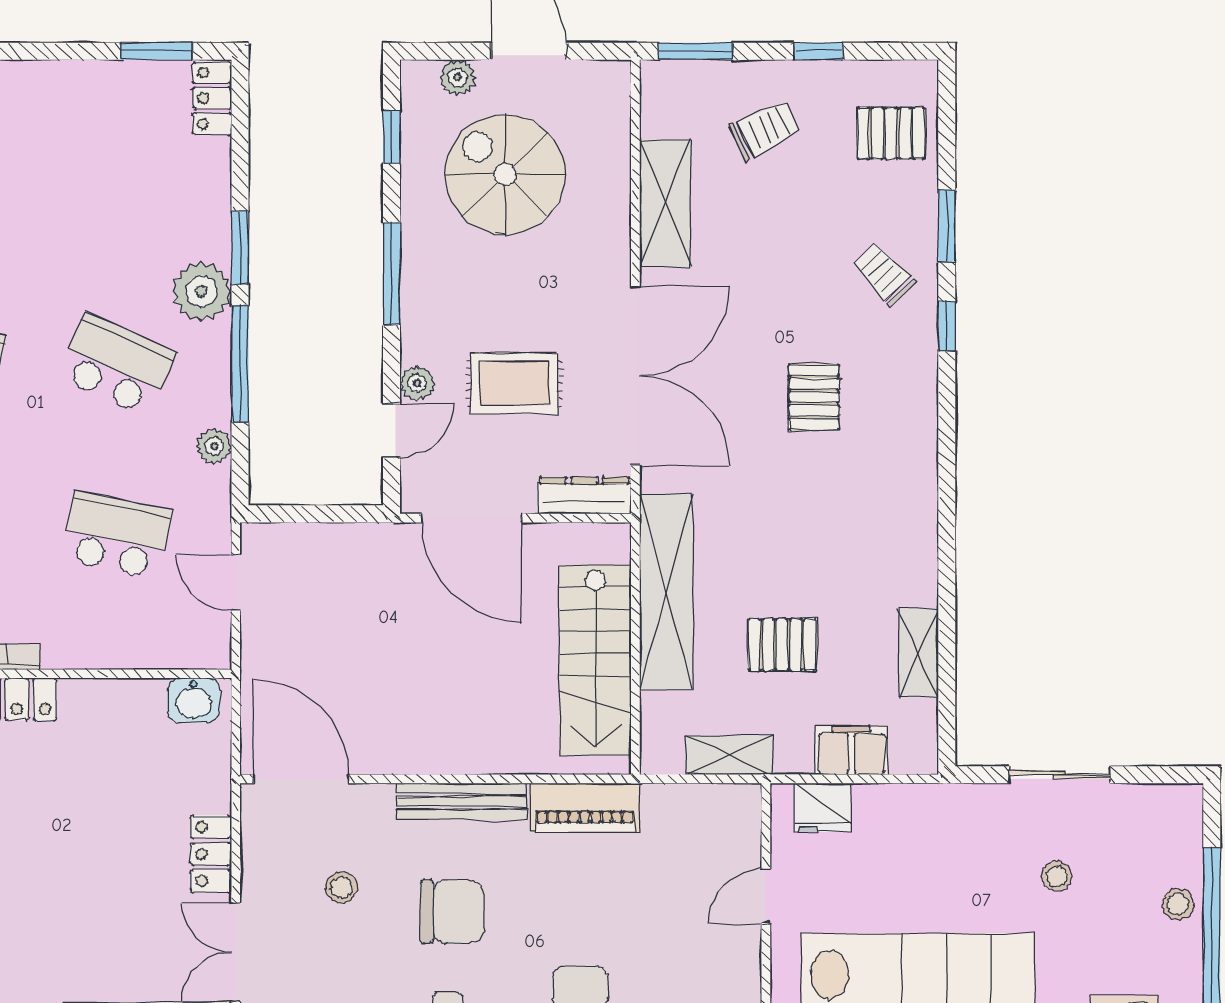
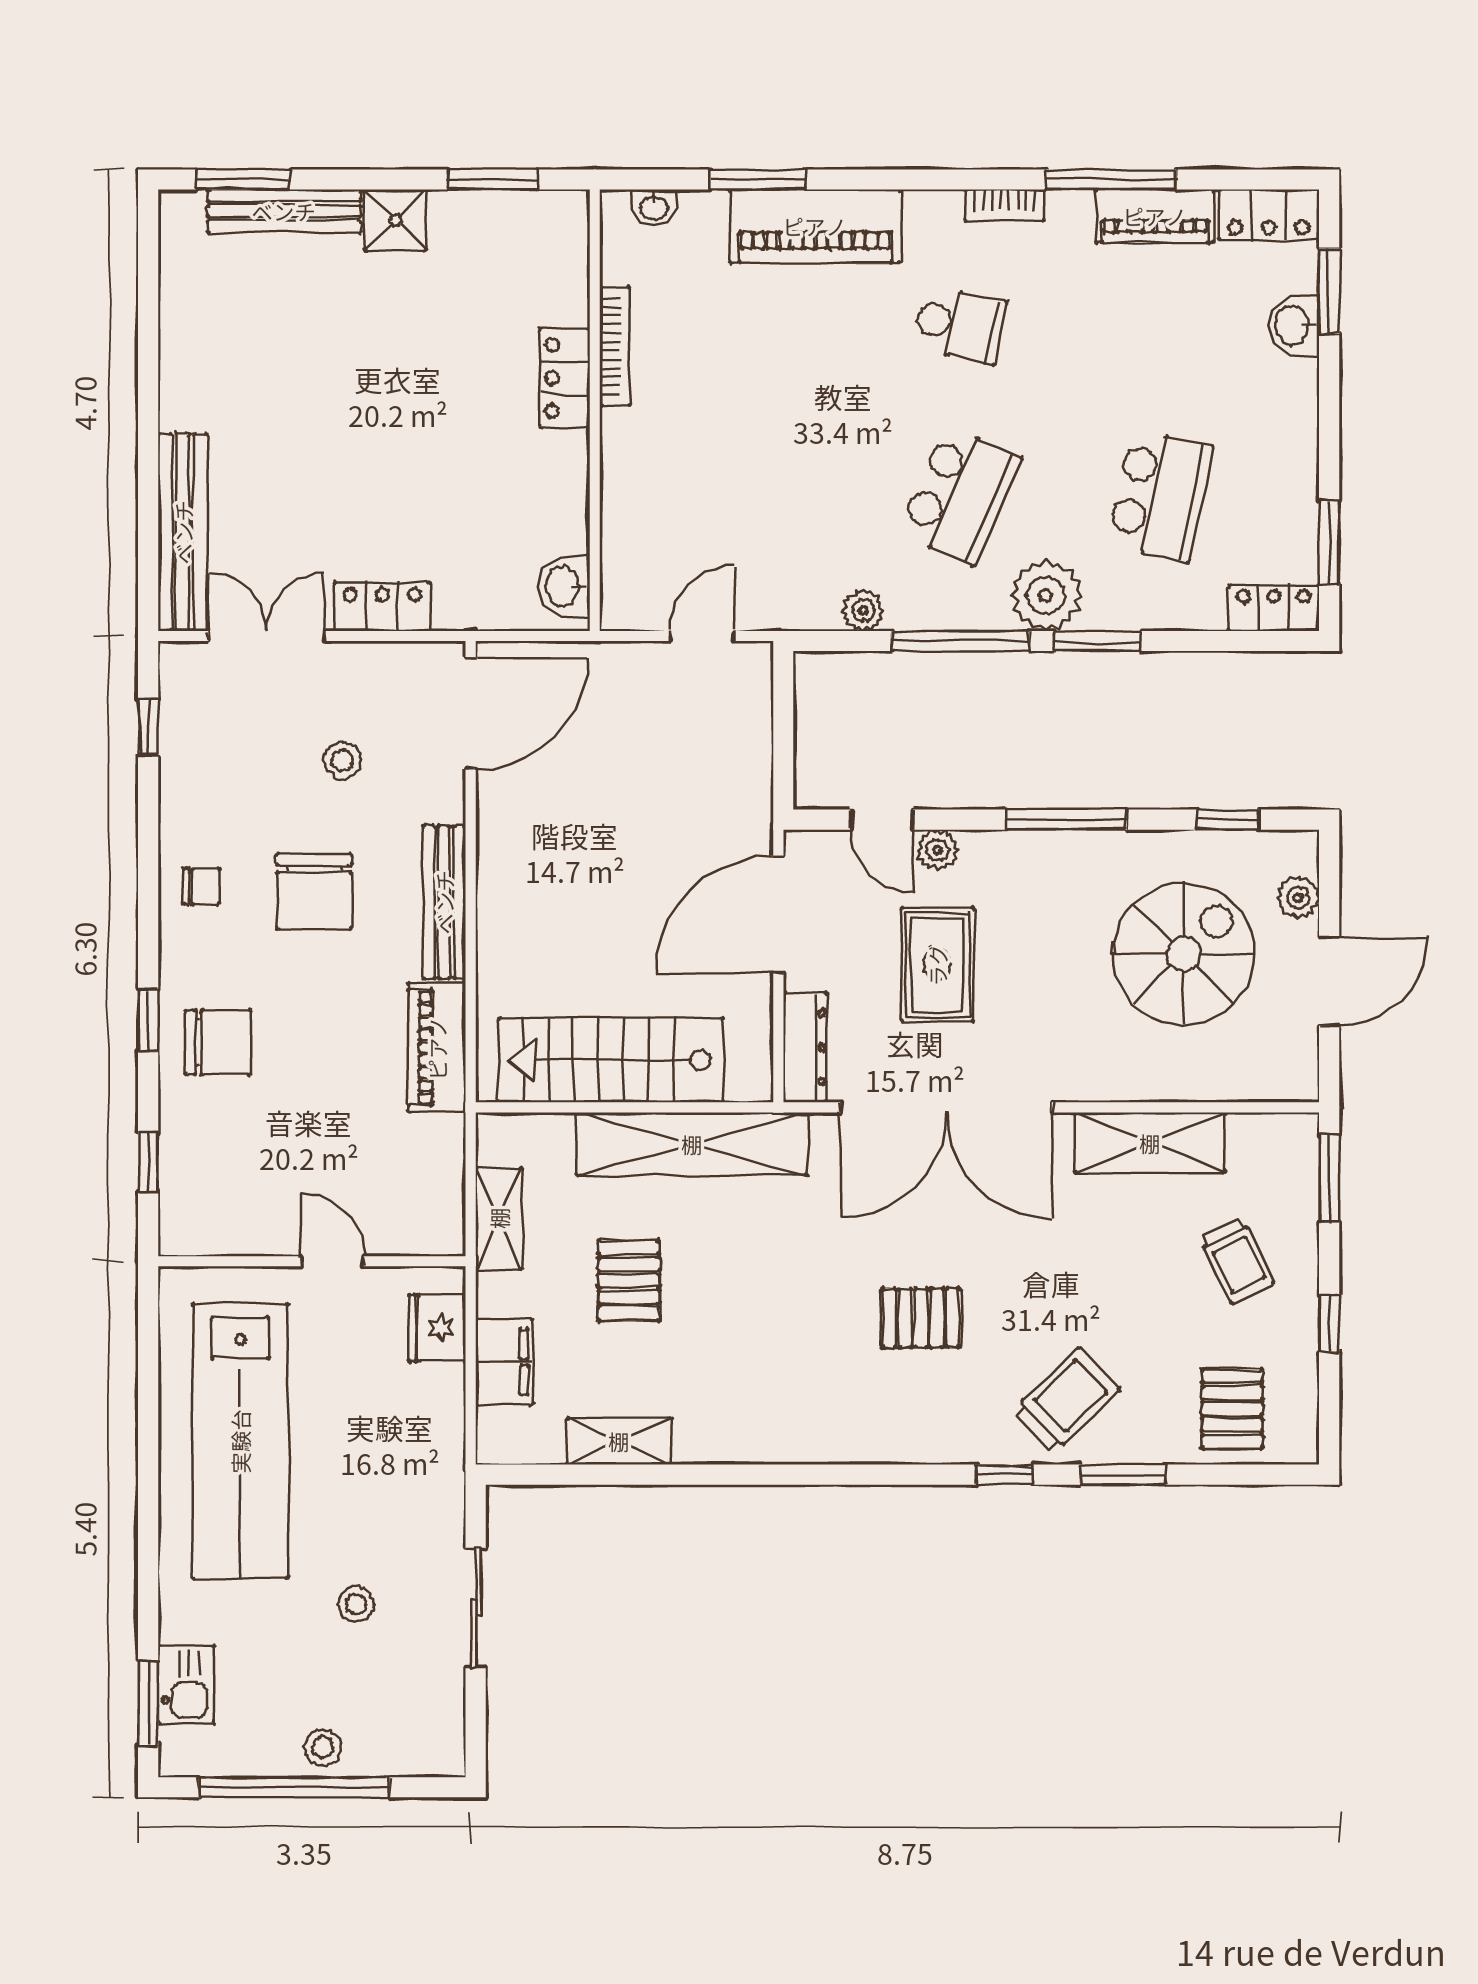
trolley: (884, 274) -> (1066, 1400), width x1.36, depth x1.39
school desk: (117, 535) -> (1160, 495), moved

